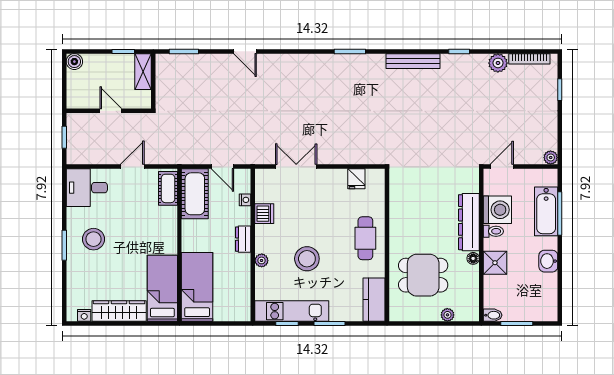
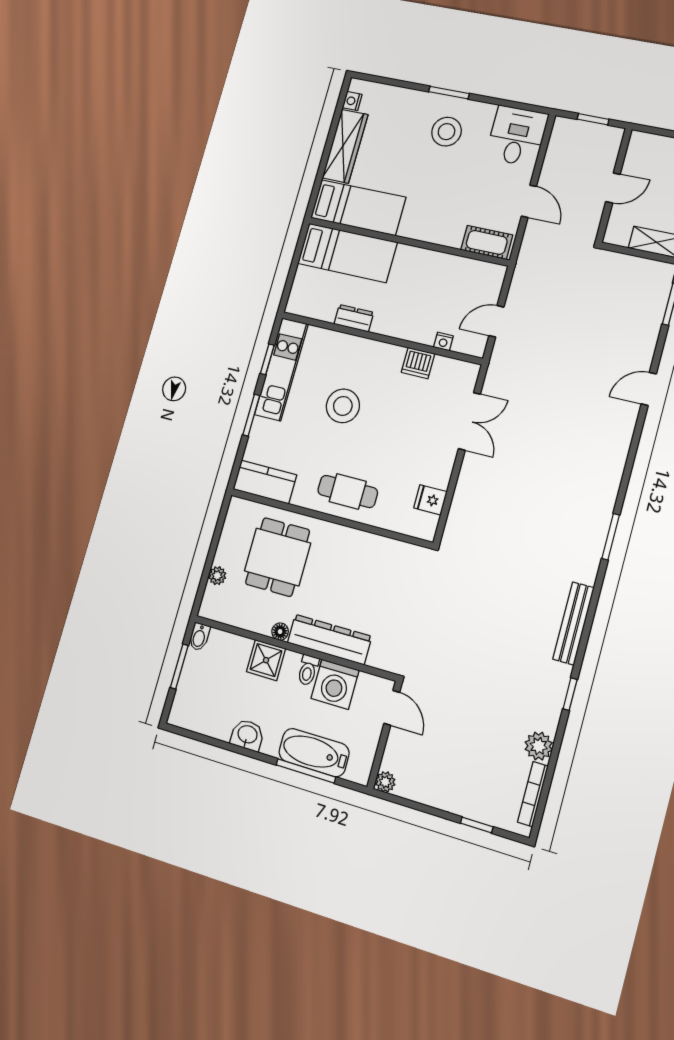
cot: (195, 194) -> (470, 276), removed
dresser: (243, 239) -> (354, 318), moved
plant: (262, 260) -> (358, 345), removed

